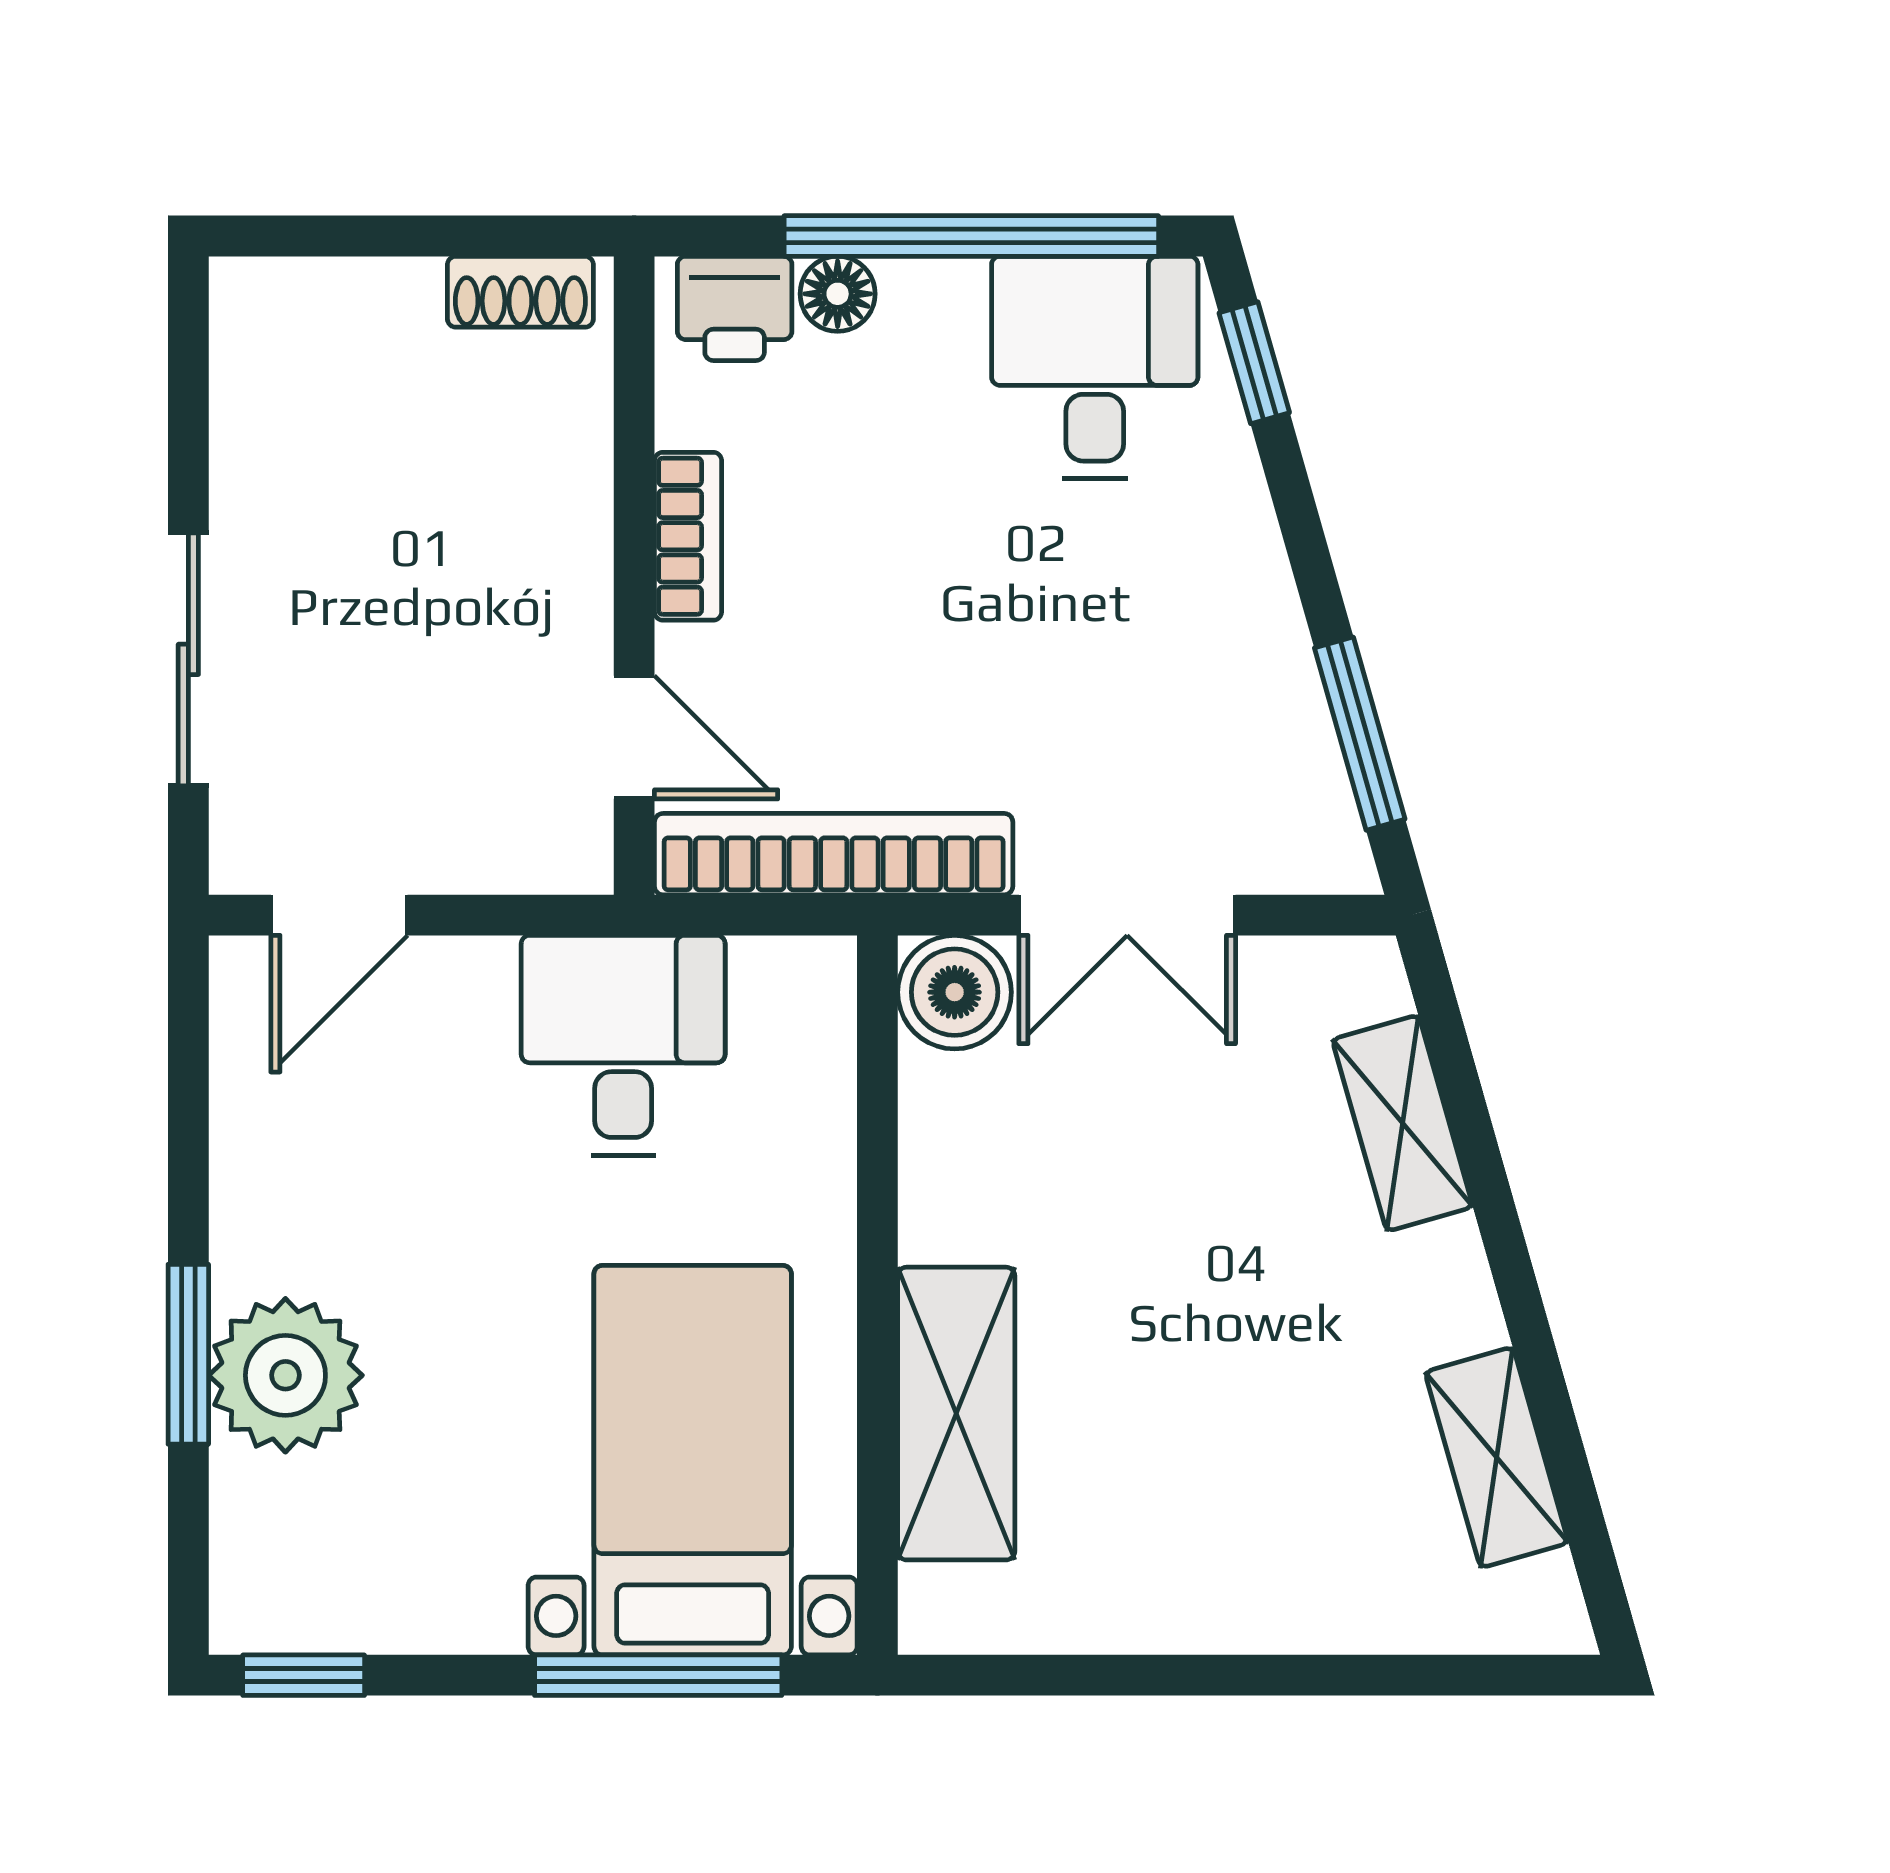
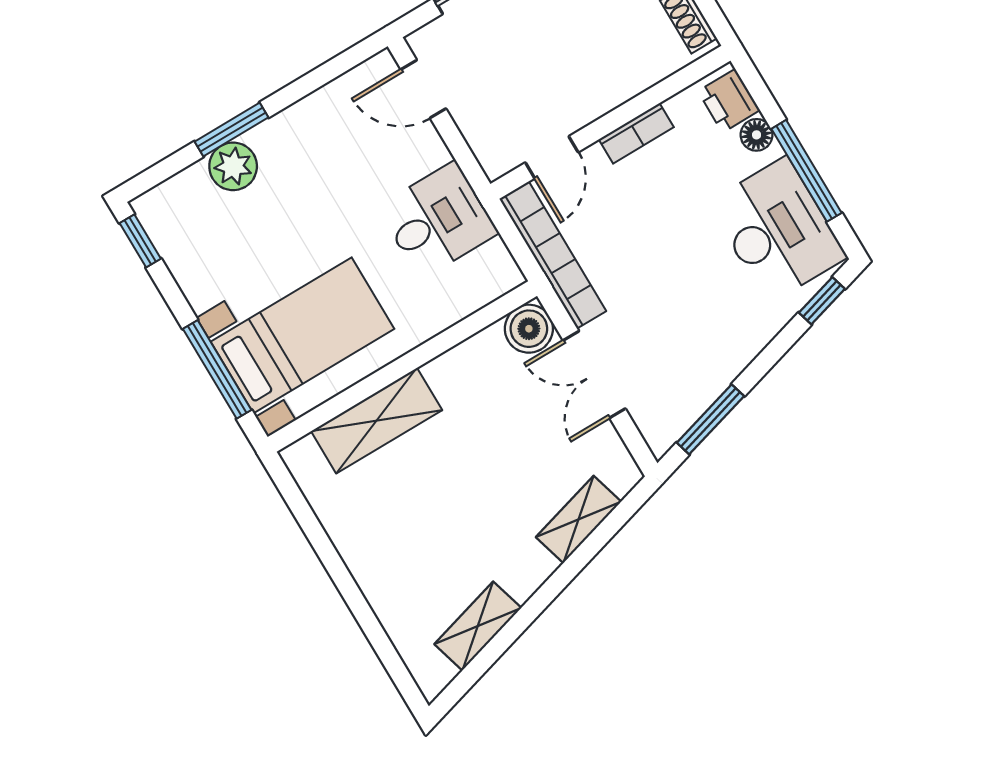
window: (971, 236) -> (806, 171), width x0.68
desk: (1095, 368) -> (777, 230), width x1.37
plant: (285, 1375) -> (233, 166), width x0.73, depth x0.73

